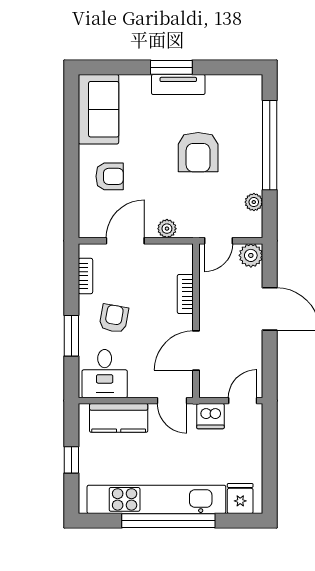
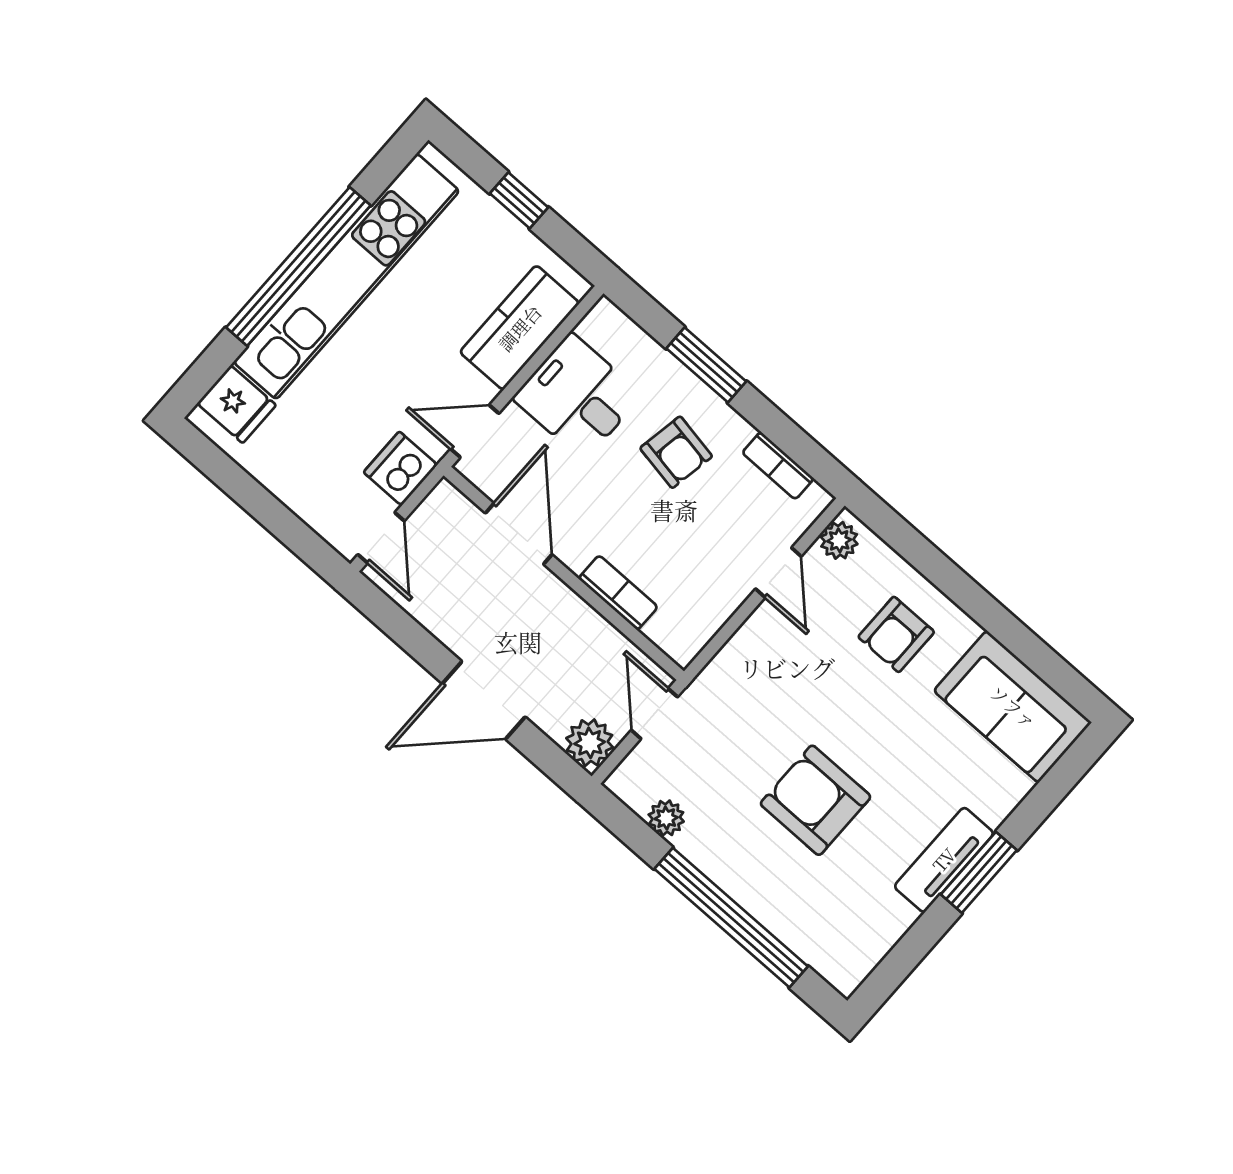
plant: (167, 229) -> (839, 540), moved
door: (125, 241) -> (778, 573), width x0.73
desk: (105, 374) -> (577, 397), moved

